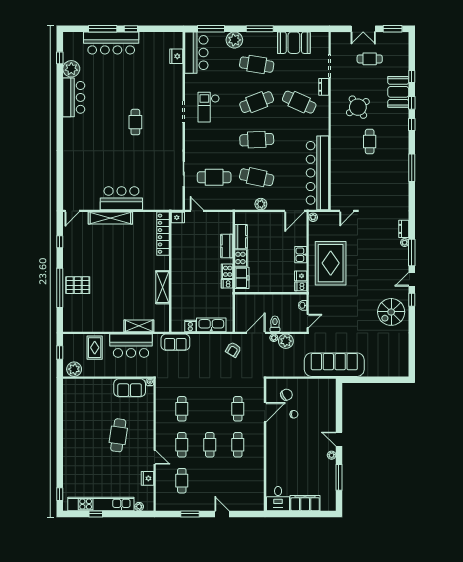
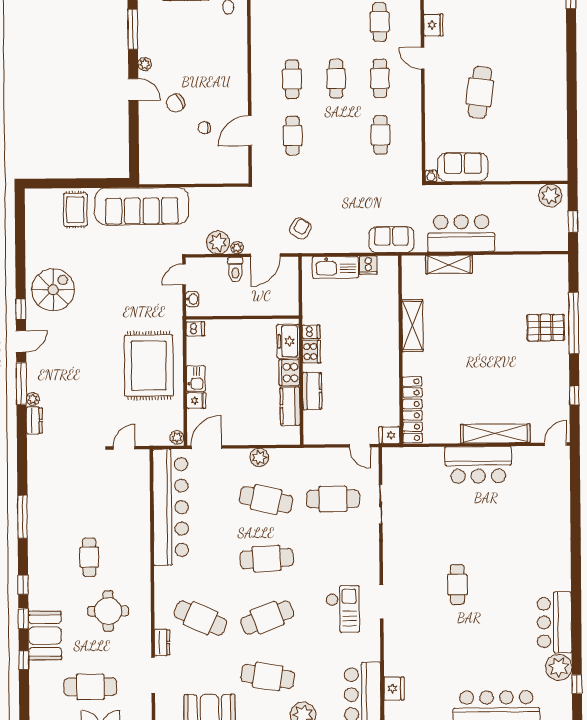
cafe table: (370, 59) -> (90, 687), width x1.37, depth x1.35
round table: (358, 107) -> (108, 611), turned 34
fridge: (301, 276) -> (196, 401), moved
rug: (95, 348) -> (75, 210), moved
chair: (286, 395) -> (175, 103), moved

